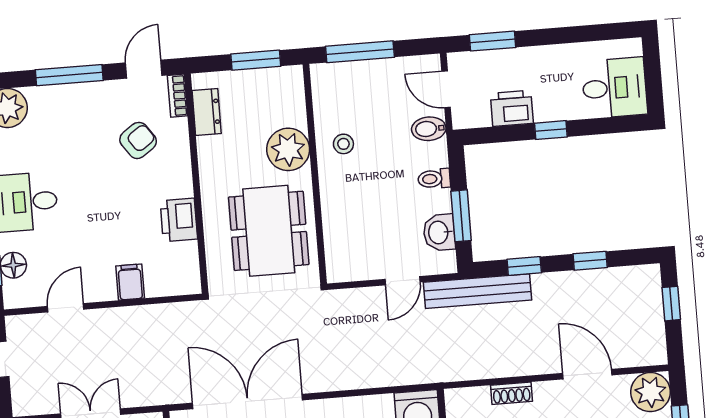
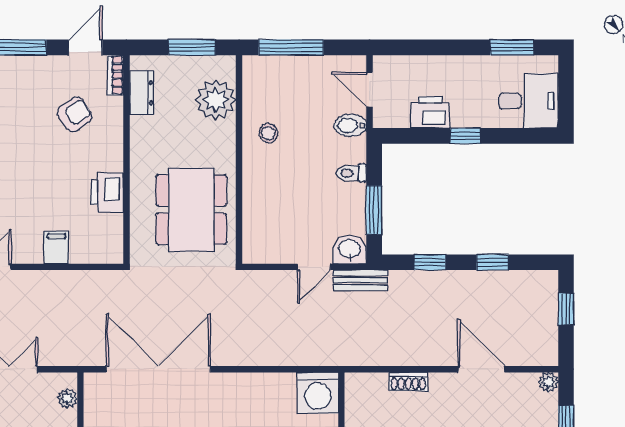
window: (493, 41) -> (512, 47), moved
plant: (288, 149) -> (216, 100), moved
washbasin: (439, 232) -> (350, 250), moved, turned 90
bench: (477, 291) -> (360, 280), width x0.54, depth x0.82
plant: (650, 392) -> (548, 382), width x0.53, depth x0.53

